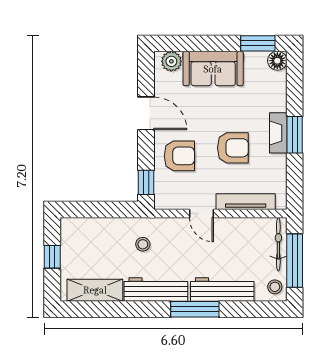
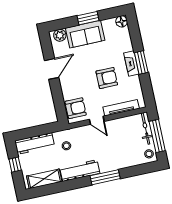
window: (258, 43) -> (88, 18), moved
door: (146, 113) -> (52, 69), hinge flipped
armchair: (179, 156) -> (76, 108), moved
window: (146, 182) -> (60, 109), removed
workbench: (222, 290) -> (35, 144), moved, turned 180

